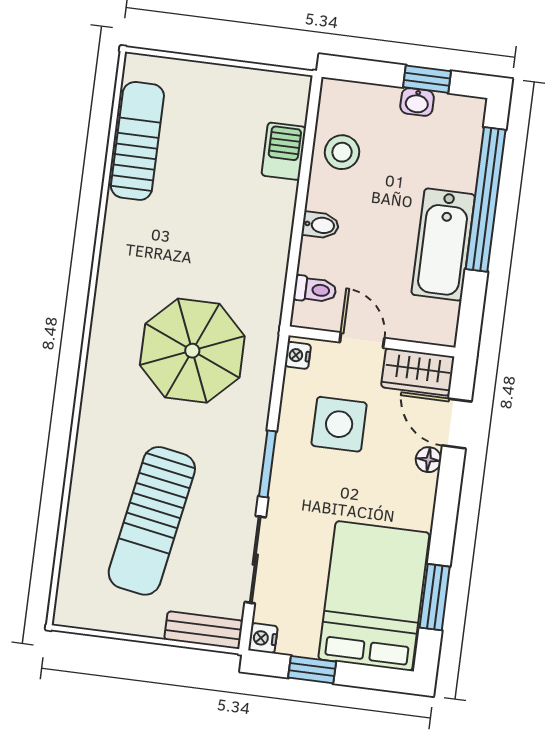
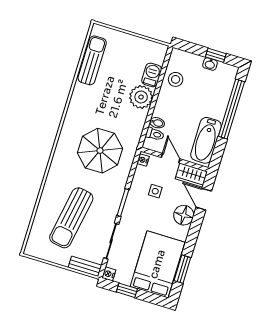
plant: (268, 208) -> (141, 97), added
bidet: (320, 225) -> (157, 123), moved
bathtub: (443, 245) -> (206, 140), moved
side table: (339, 424) -> (155, 191), width x0.54, depth x0.54
floor lamp: (428, 460) -> (184, 215), width x1.89, depth x1.89

